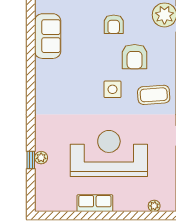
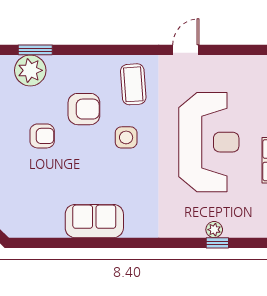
sofa: (48, 36) -> (94, 221), moved
reception desk: (109, 153) -> (209, 142), turned 180

